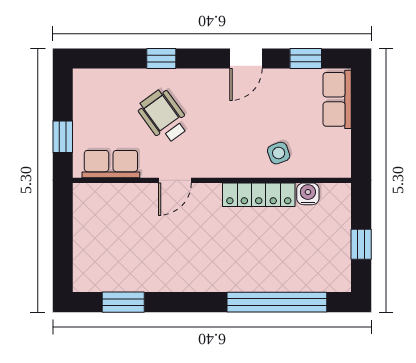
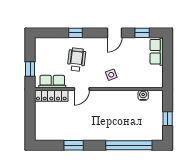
wheelchair: (164, 116) -> (77, 60), turned 43
side table: (279, 153) -> (111, 75), moved
locker: (259, 195) -> (51, 96), moved
window: (123, 302) -> (74, 145), moved

